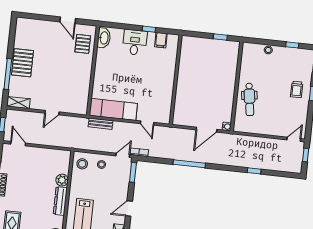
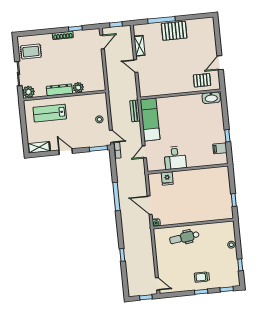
desk: (135, 42) -> (175, 158), moved, turned 90
shelving: (18, 103) -> (139, 46), moved
fridge: (181, 104) -> (167, 178), added
stool: (82, 164) -> (96, 102), removed

